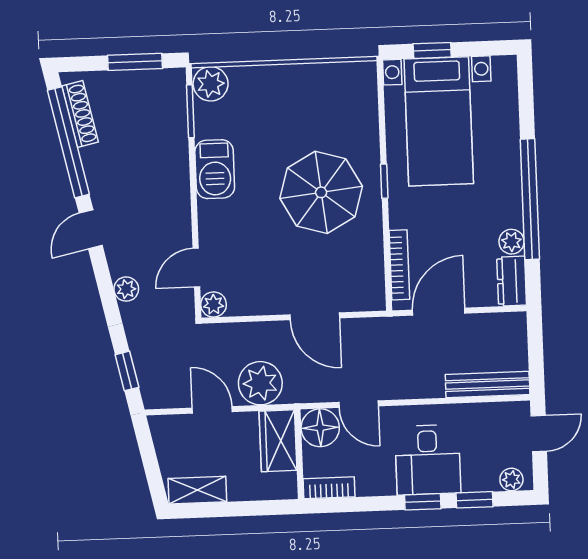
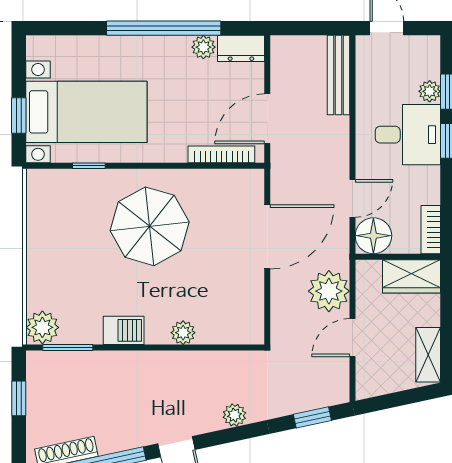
window: (135, 62) -> (19, 398), width x0.67
barbecue: (215, 169) -> (124, 330), width x0.73, depth x0.79
window: (384, 181) -> (89, 166), moved
door: (196, 268) -> (217, 348), removed
plant: (214, 304) -> (183, 333), moved
door: (439, 312) -> (267, 119), hinge flipped
door: (315, 316) -> (267, 237), width x1.36
wardrobe: (278, 441) -> (412, 276), moved
plant: (511, 480) -> (430, 91), moved

